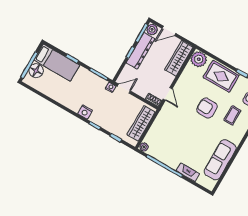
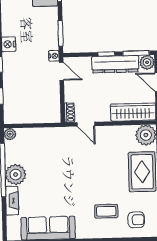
door: (168, 94) -> (86, 124), hinge flipped
armchair: (207, 108) -> (97, 178), removed
wardrobe: (141, 123) -> (34, 115), removed
plant: (172, 160) -> (16, 175), added

